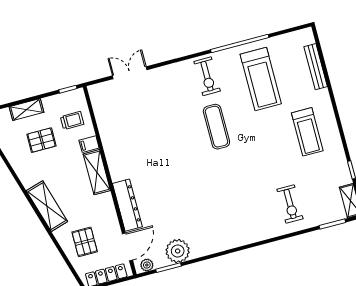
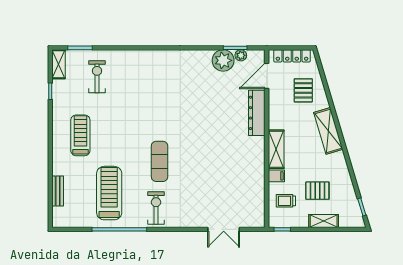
bench: (316, 67) -> (58, 191), width x0.73
exercise bike: (290, 204) -> (97, 77), moved
plant: (147, 265) -> (241, 55), moved

